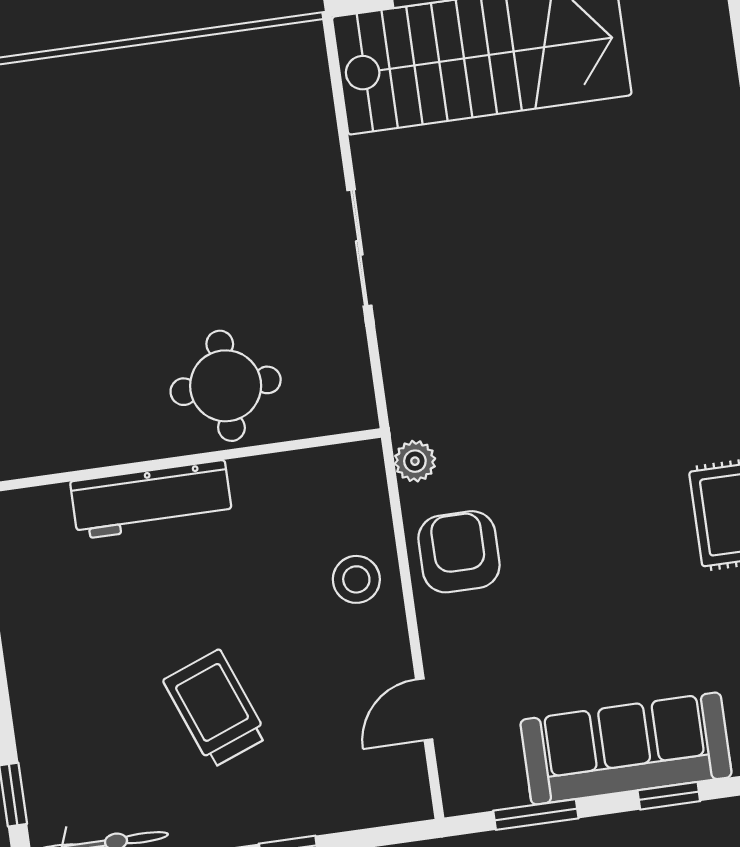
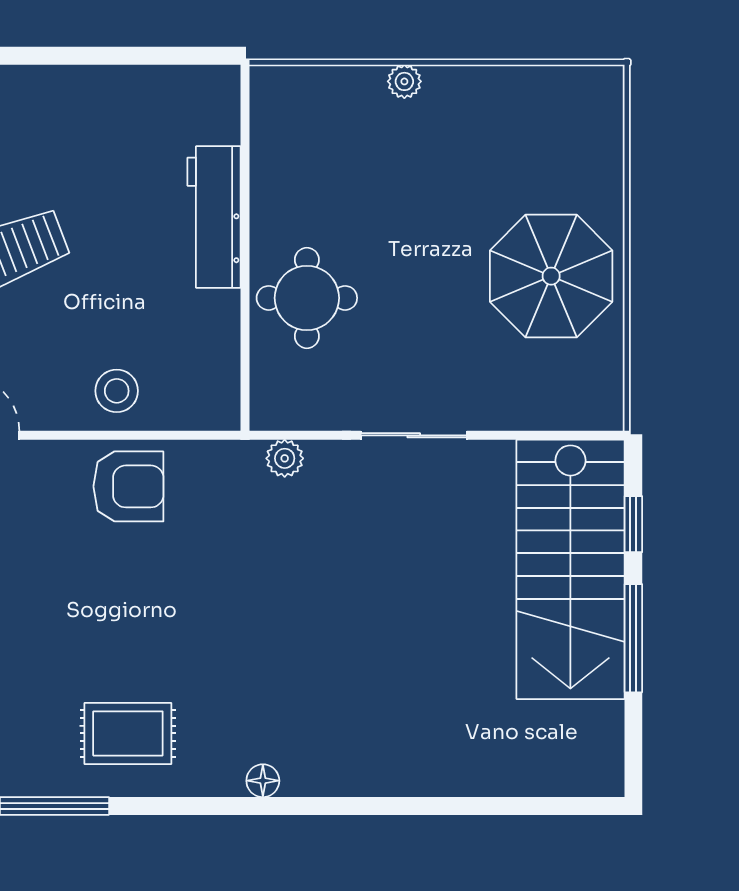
parasol: (164, 122) -> (551, 276), added
plant: (415, 461) -> (285, 458), moved

